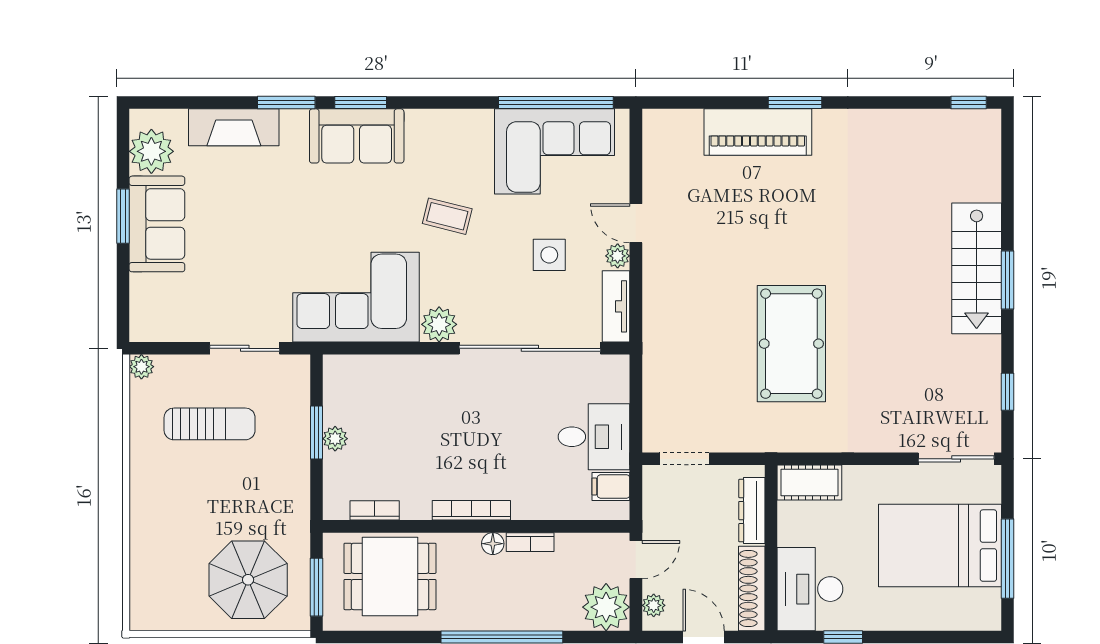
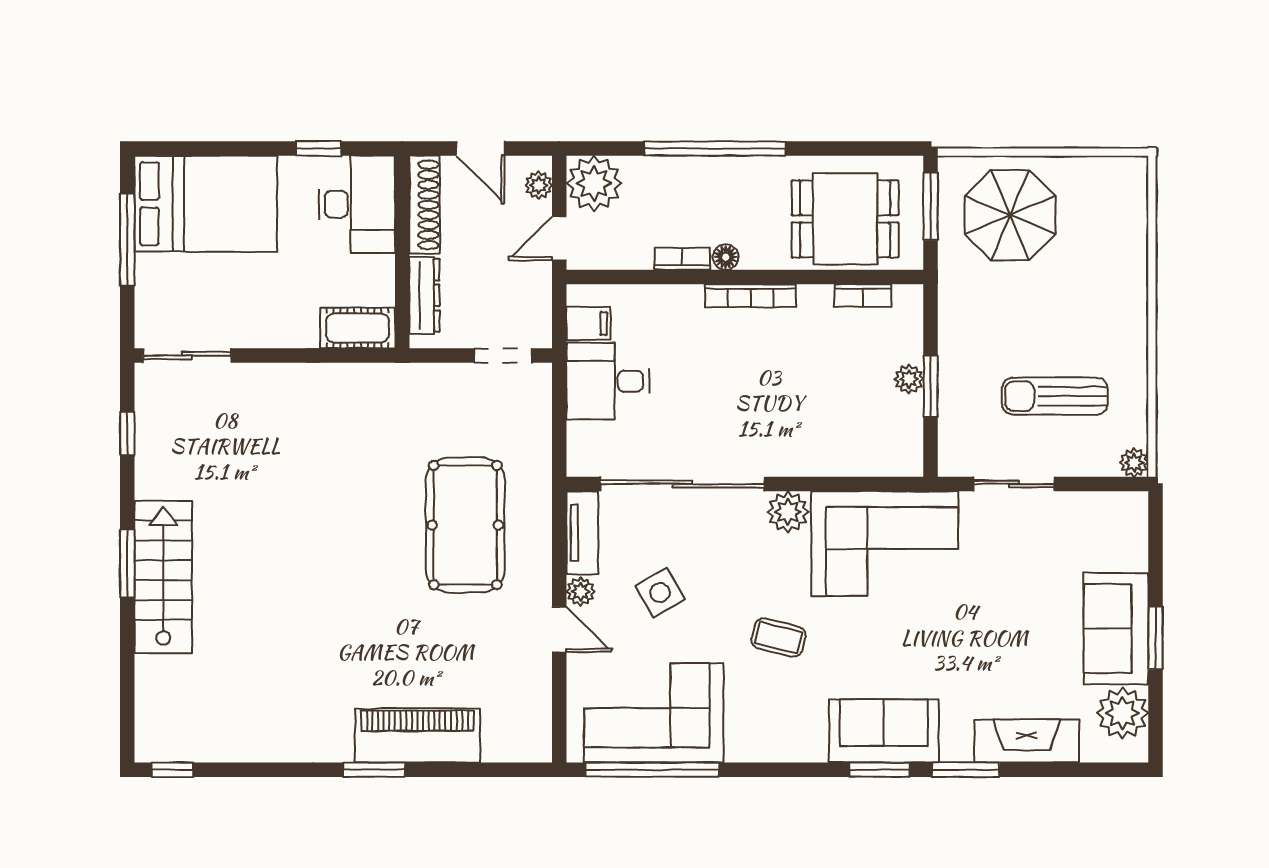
side table: (549, 255) -> (660, 593), turned -30
pool table: (791, 344) -> (465, 525), moved
bed: (940, 546) -> (206, 204), moved

